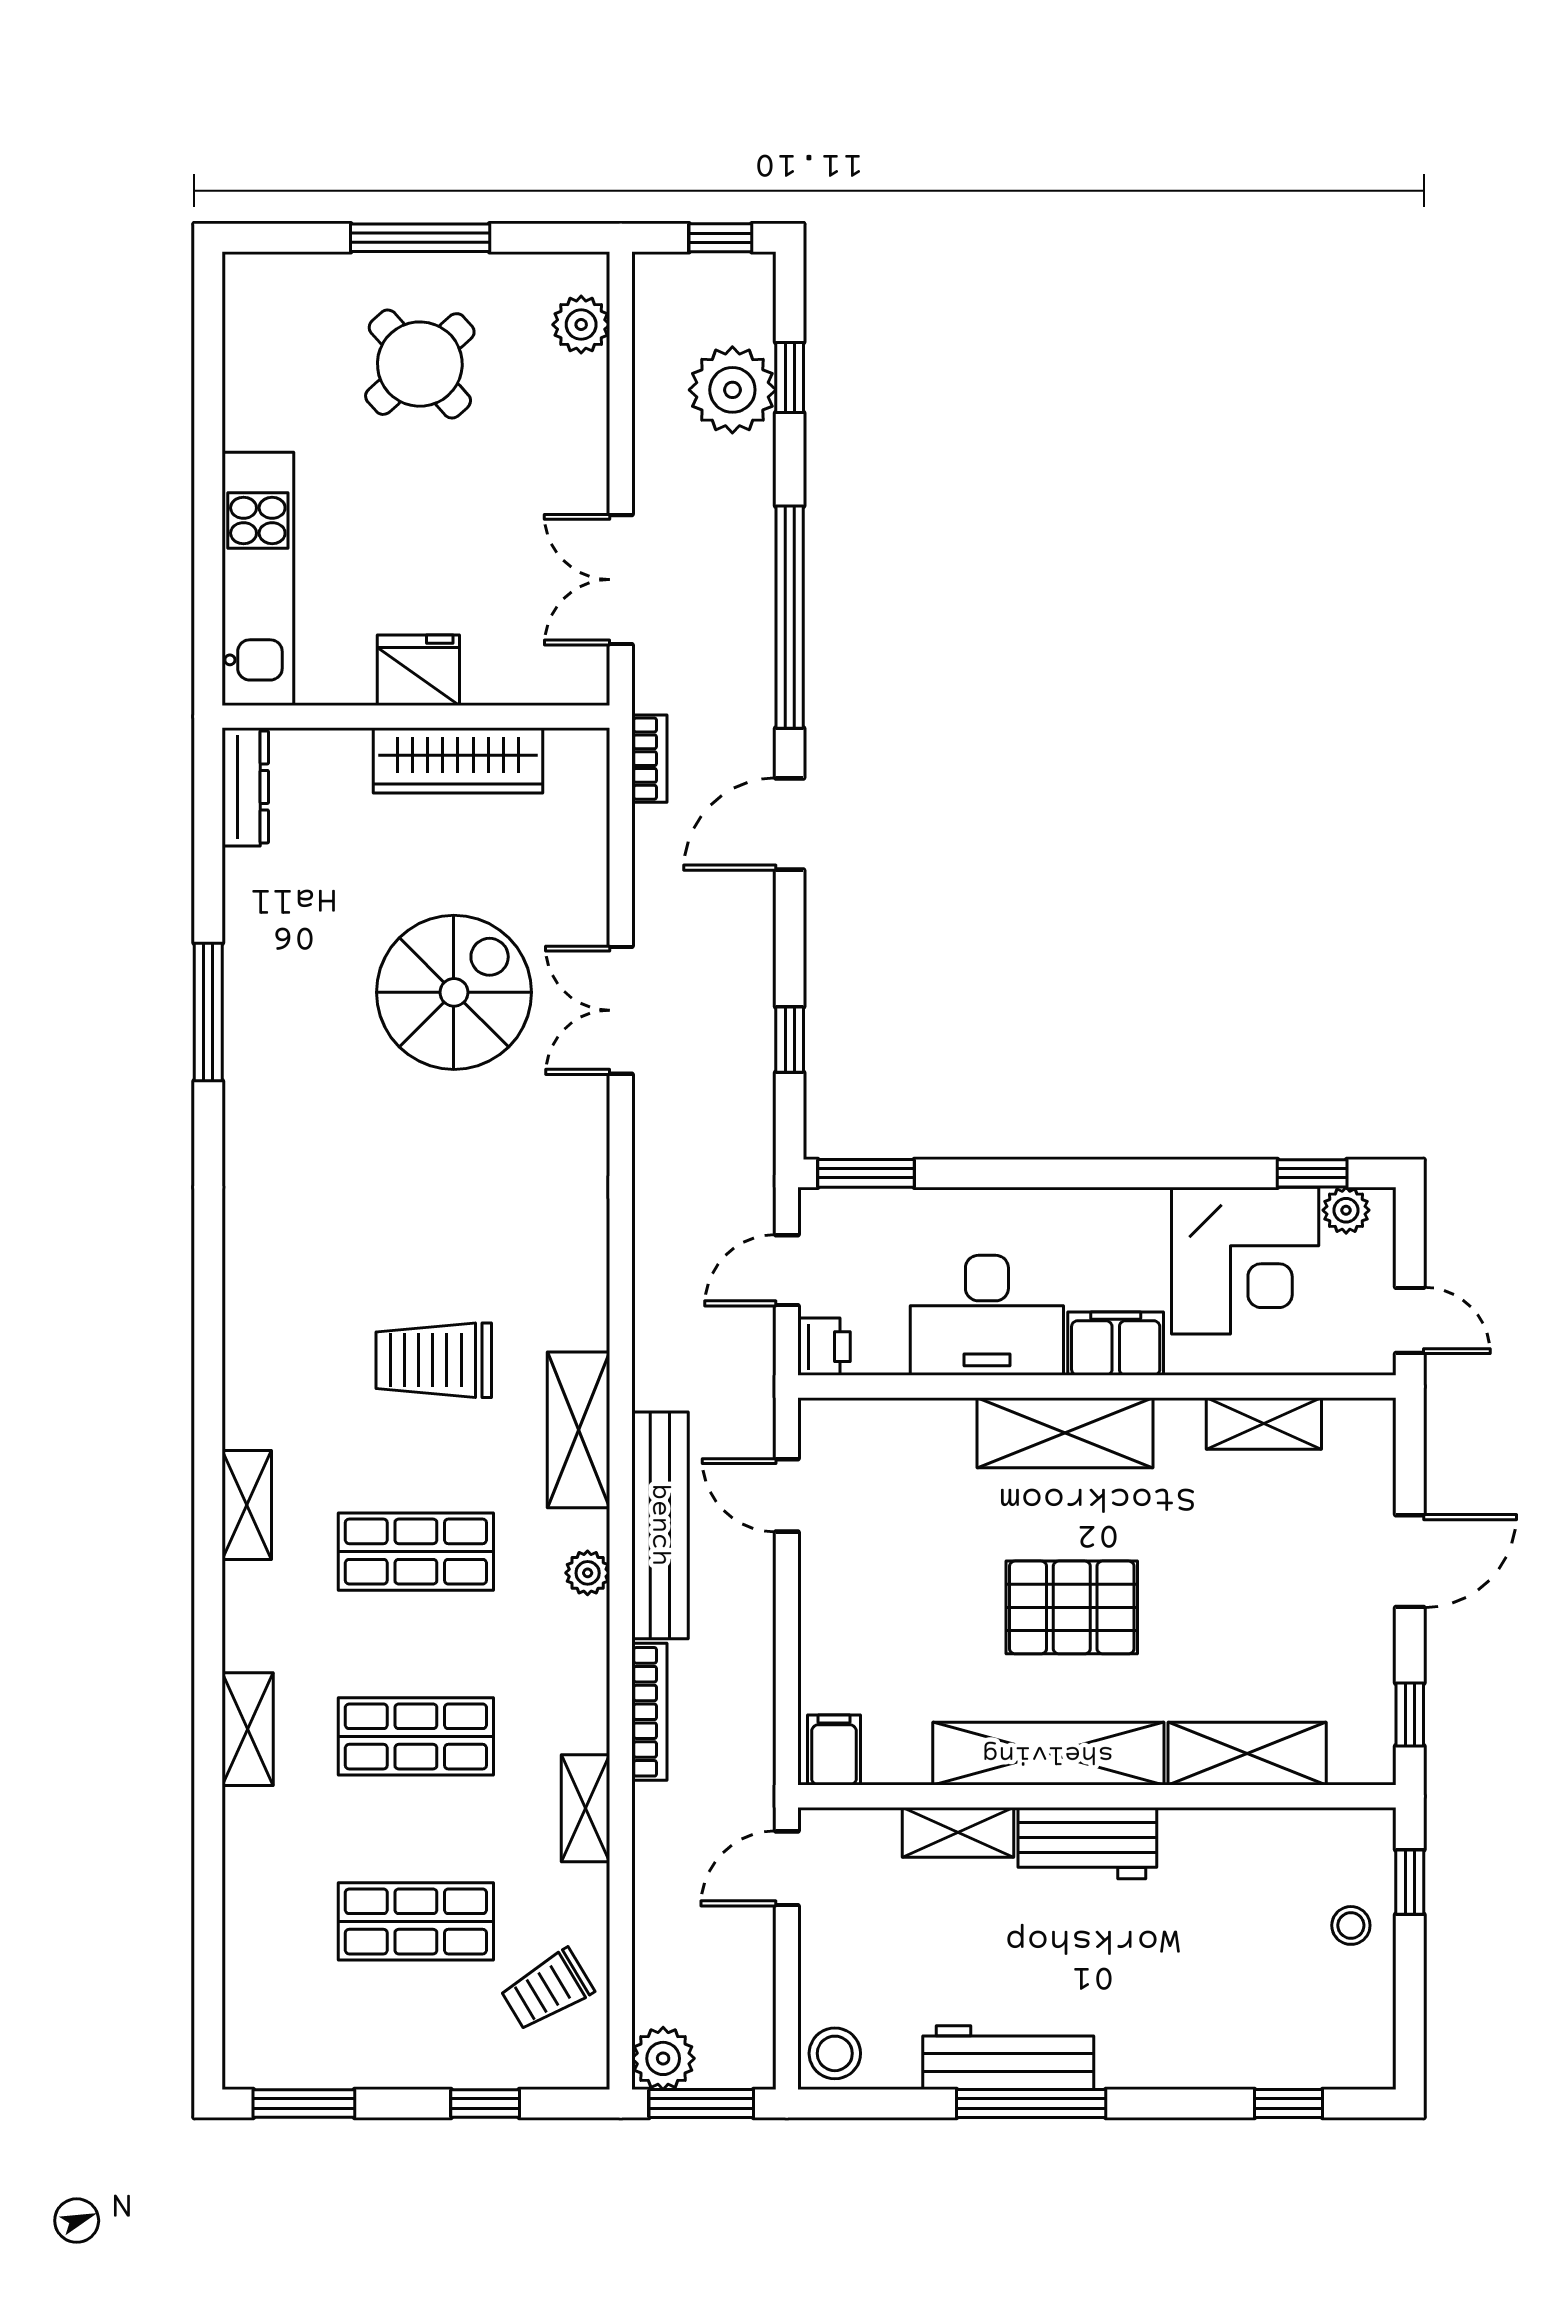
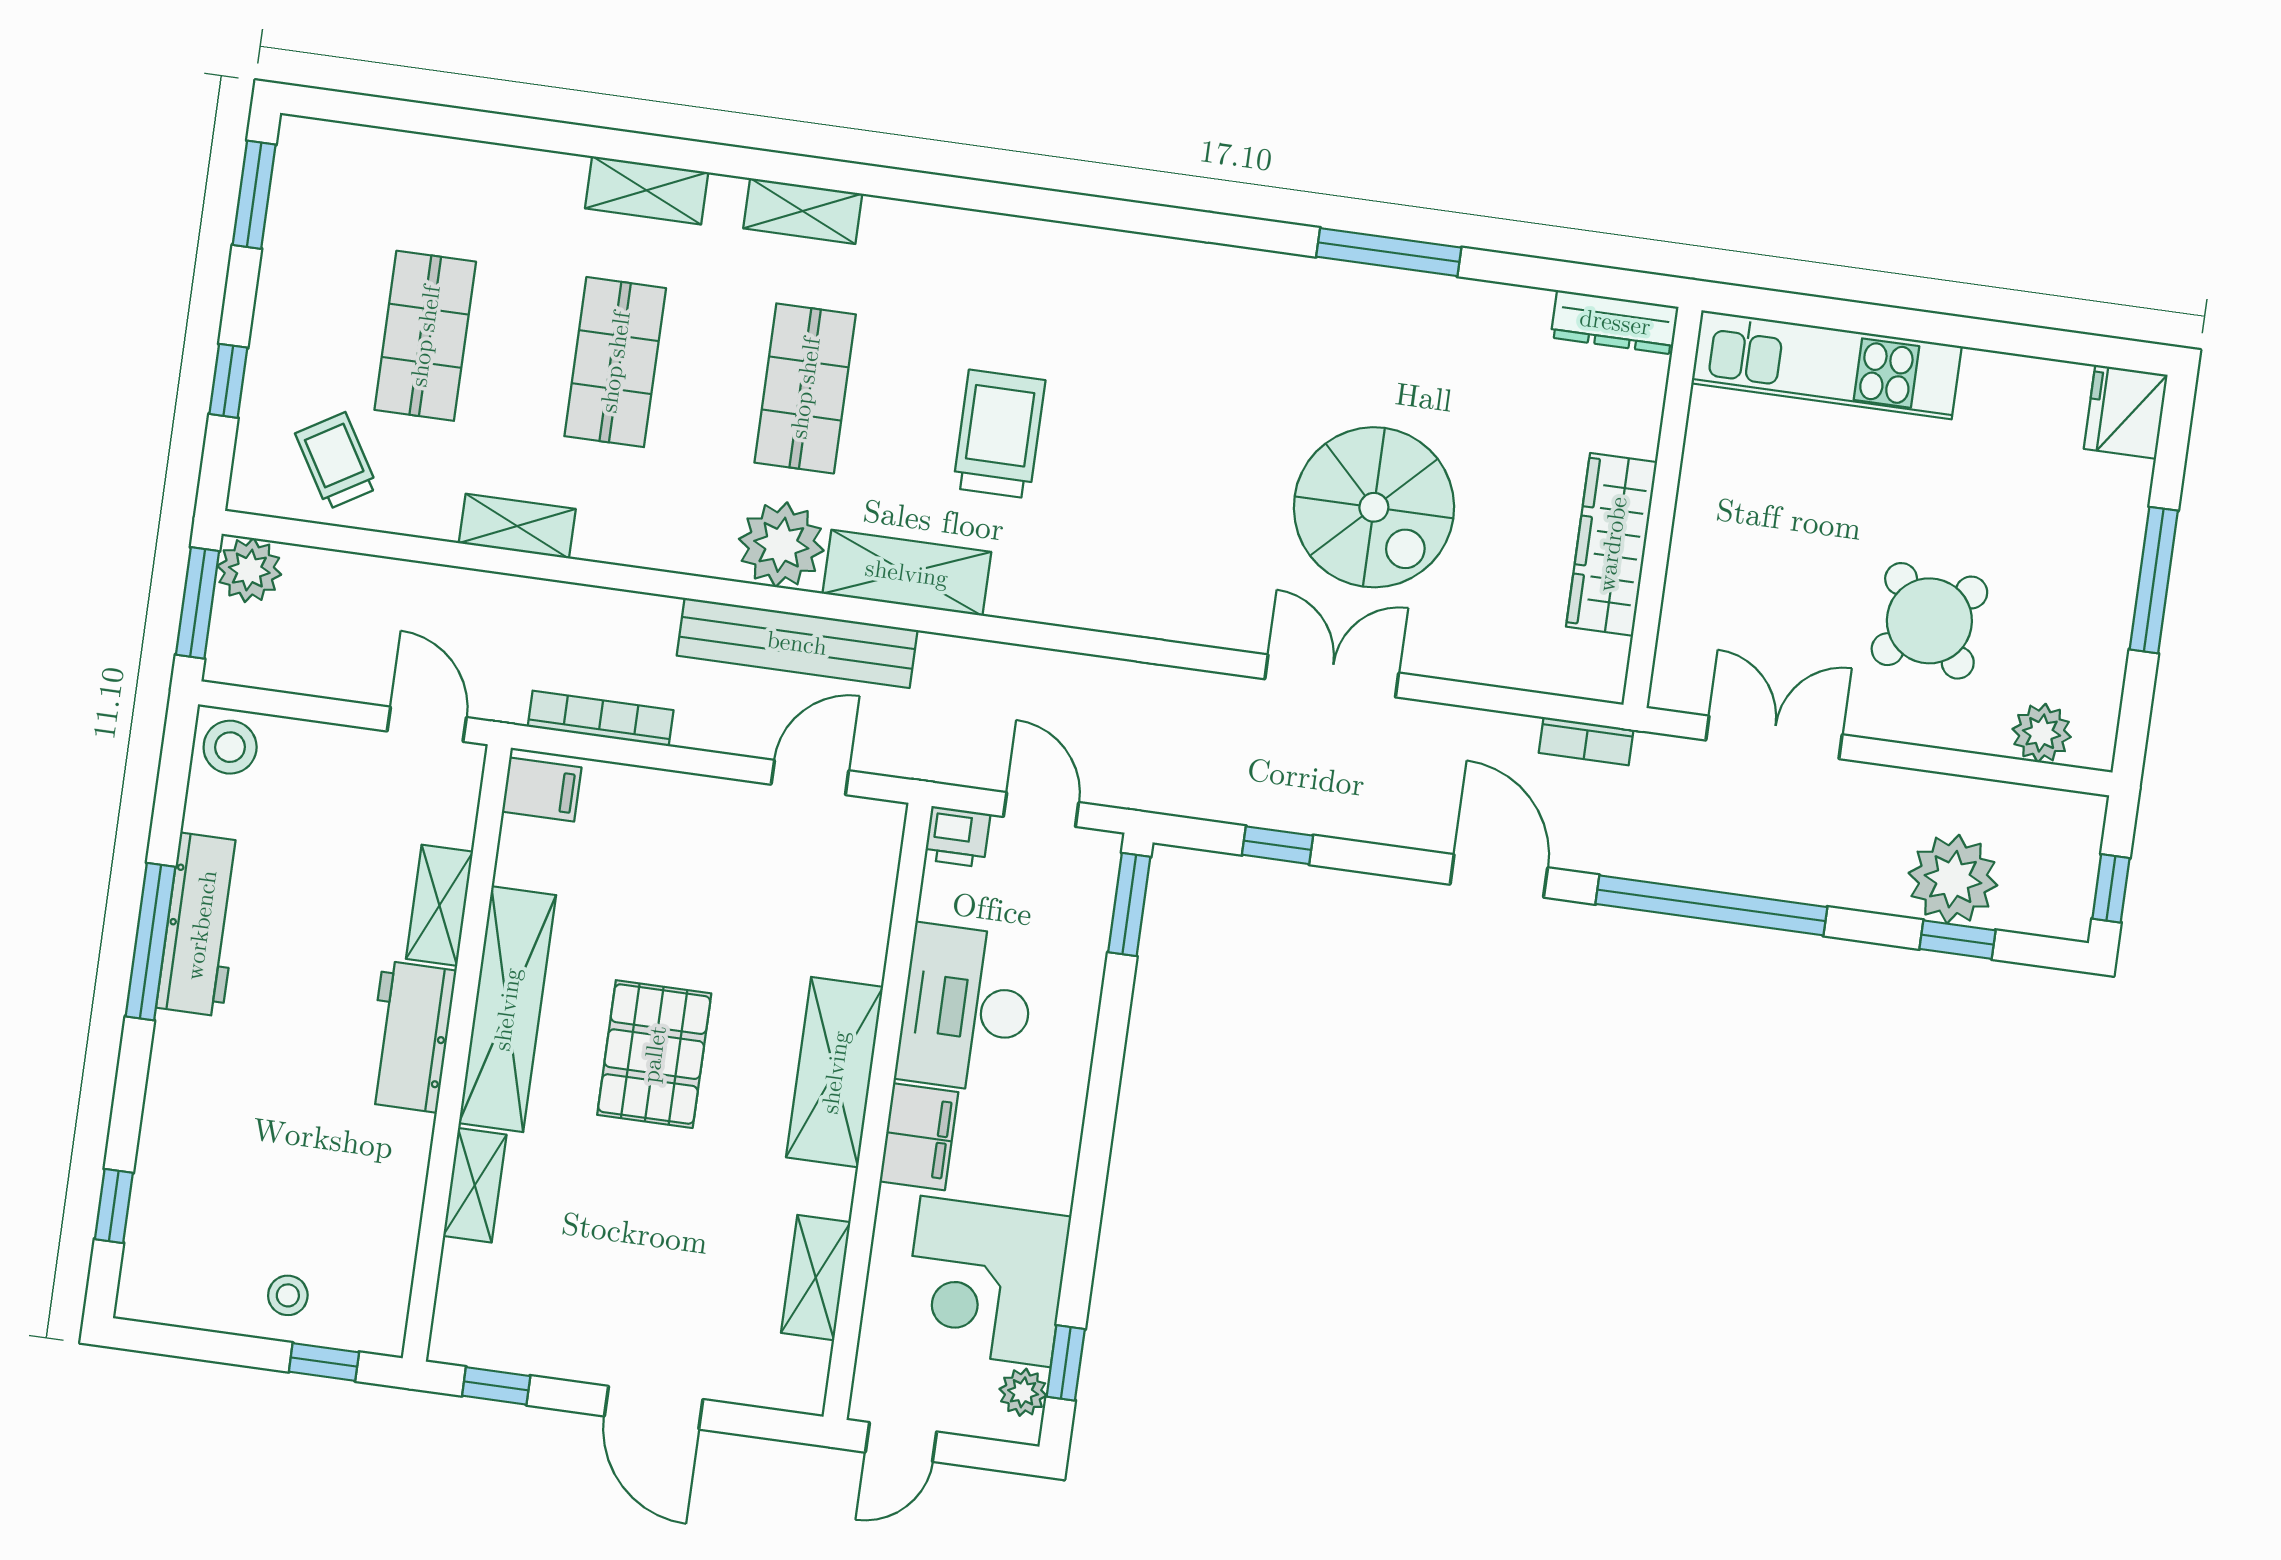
round table: (420, 364) -> (1929, 621), moved
fridge: (418, 670) -> (2126, 412), moved, turned 180
shelving: (247, 1505) -> (803, 211), moved
plant: (588, 1573) -> (781, 545), width x1.88, depth x1.88
bookcase: (649, 1712) -> (601, 718), moved, turned 180
shelving: (1247, 1754) -> (475, 1185), width x0.67, depth x0.75

